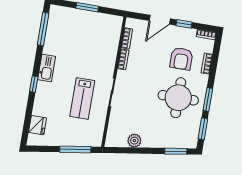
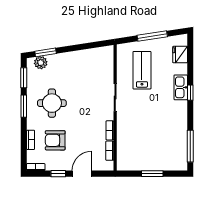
armchair: (181, 59) -> (55, 140), turned -90
kitchen sink: (47, 68) -> (181, 87), moved
round table: (178, 98) -> (52, 103), width x0.73, depth x0.73
lab bench: (82, 99) -> (142, 70), moved
plant: (134, 141) -> (41, 63), moved
window: (75, 149) -> (152, 36), moved

